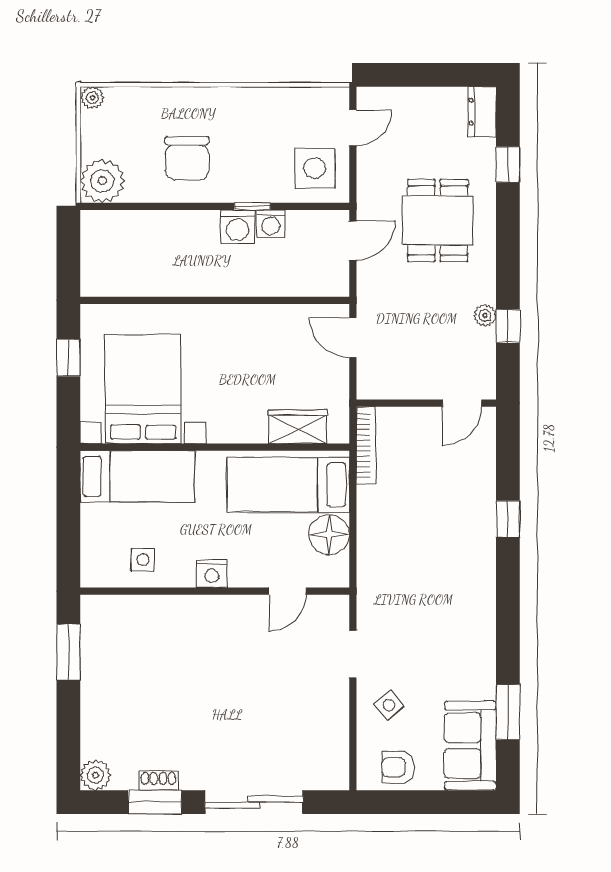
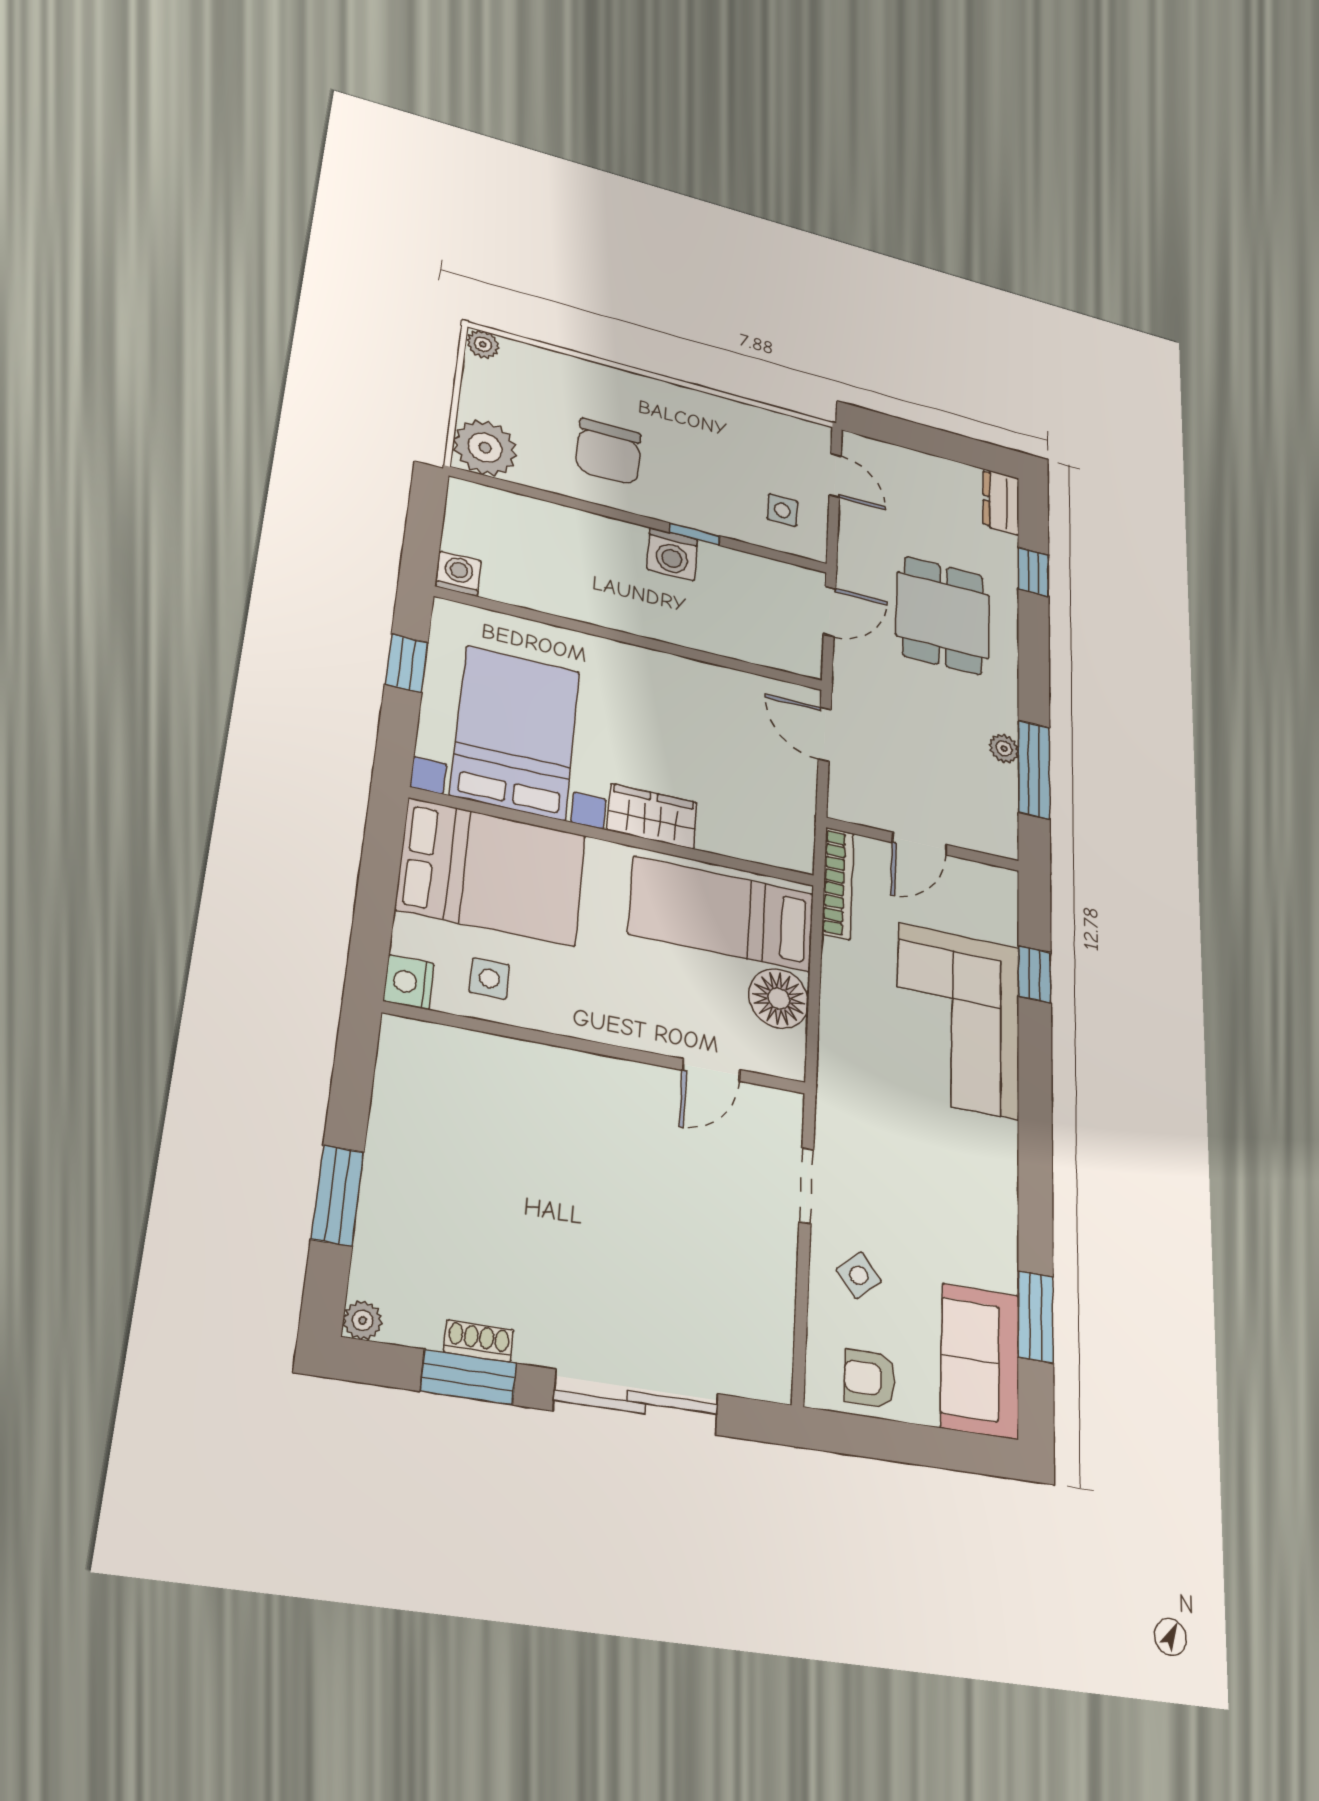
door: (353, 128) -> (835, 476), hinge flipped
side table: (315, 168) -> (782, 510), width x0.54, depth x0.54
washing machine: (271, 224) -> (459, 574), moved, turned 180
window: (508, 326) -> (1034, 769), width x2.17
door: (462, 403) -> (919, 843), moved
wardrobe: (298, 427) -> (652, 816), moved
bed: (137, 476) -> (492, 872), width x1.50
window: (508, 519) -> (1035, 974), moved
corner sofa: (453, 525) -> (958, 1020), added
nightstand: (212, 574) -> (409, 982), moved, turned 90
window: (68, 652) -> (338, 1195), moved
plant: (95, 775) -> (363, 1320), width x0.73, depth x0.73

